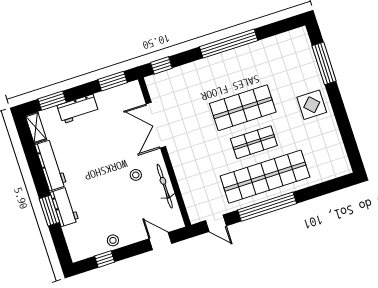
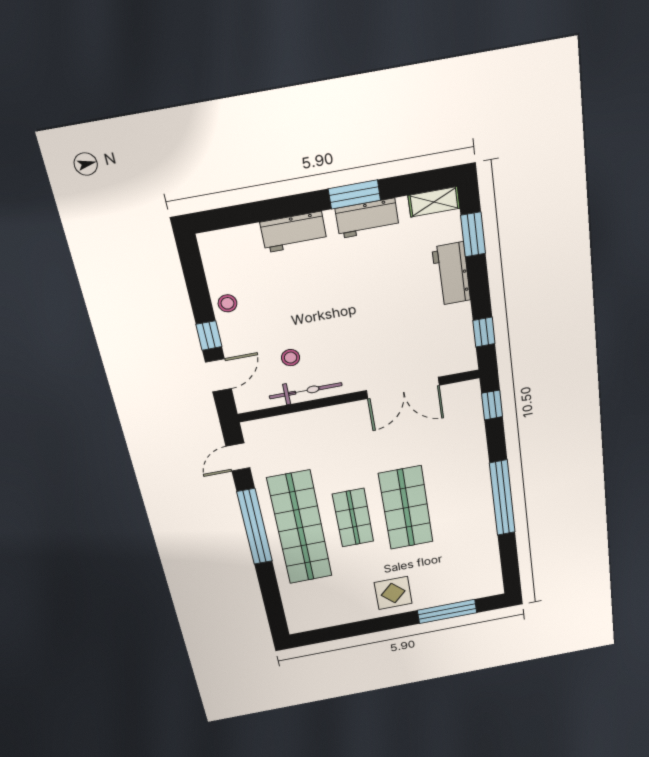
window: (113, 81) -> (484, 332), width x0.67
double door: (156, 125) -> (403, 388), swing flipped
workbench: (51, 165) -> (367, 218), width x0.73
stool: (136, 175) -> (291, 358), moved
window: (49, 210) -> (354, 194), moved
window: (105, 259) -> (209, 336), moved

